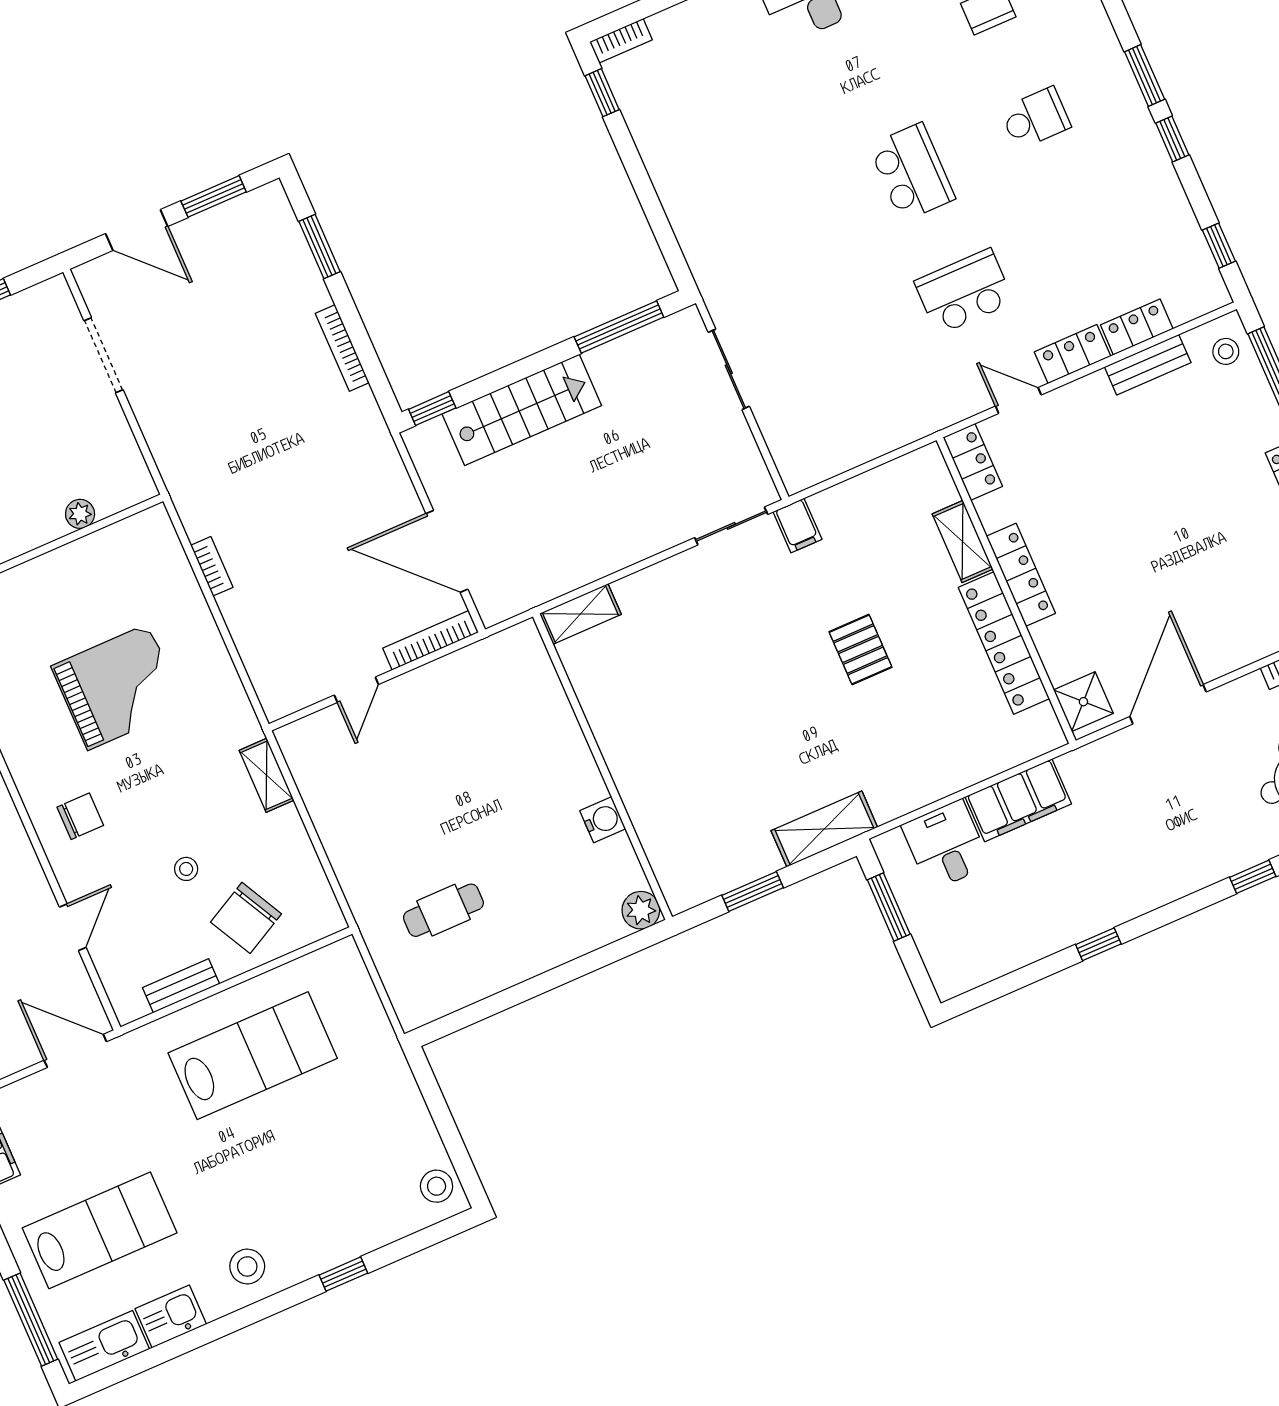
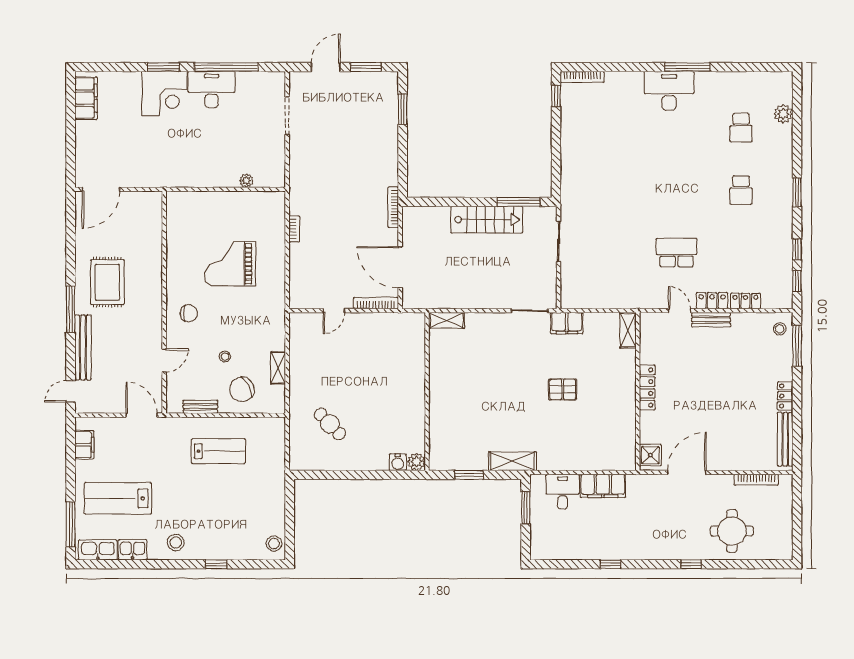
bookcase: (621, 41) -> (582, 77), width x1.56
school desk: (1035, 118) -> (741, 190), turned 90
window: (1172, 139) -> (797, 249), moved
school desk: (912, 172) -> (677, 190), removed
door: (137, 230) -> (326, 67), swing flipped
bookcase: (342, 348) -> (393, 207), moved
bench: (1148, 365) -> (711, 320), moved
window: (432, 409) -> (421, 202), removed
stairs: (522, 410) -> (487, 220), moved
locker: (973, 462) -> (648, 329), removed
filing cabinet: (797, 525) -> (567, 323), width x2.00
shelving: (962, 542) -> (628, 330), moved
locker: (1004, 643) -> (627, 414), removed
pallet: (860, 649) -> (563, 390), turned 90
grand piano: (118, 687) -> (230, 264), turned 180
shelving: (267, 775) -> (278, 368), moved
water cooler: (603, 820) -> (398, 462), moved, turned 90
cafe table: (443, 910) -> (330, 424), turned 46
lab bench: (253, 1056) -> (218, 451), width x0.73, depth x0.72
lab bench: (100, 1230) -> (118, 498), turned 180

